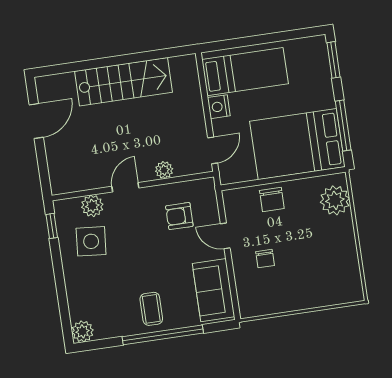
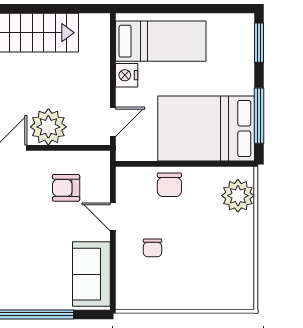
plant: (164, 170) -> (48, 127), width x1.88, depth x1.88
coffee table: (151, 309) -> (21, 284), removed

